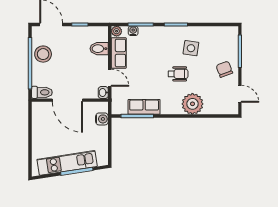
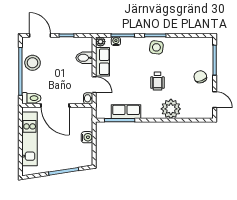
side table: (191, 48) -> (156, 47), moved
wheelchair: (178, 74) -> (157, 81), turned 90
water cooler: (102, 119) -> (87, 137), moved
kitchen unit: (67, 163) -> (30, 139), moved, turned 99

